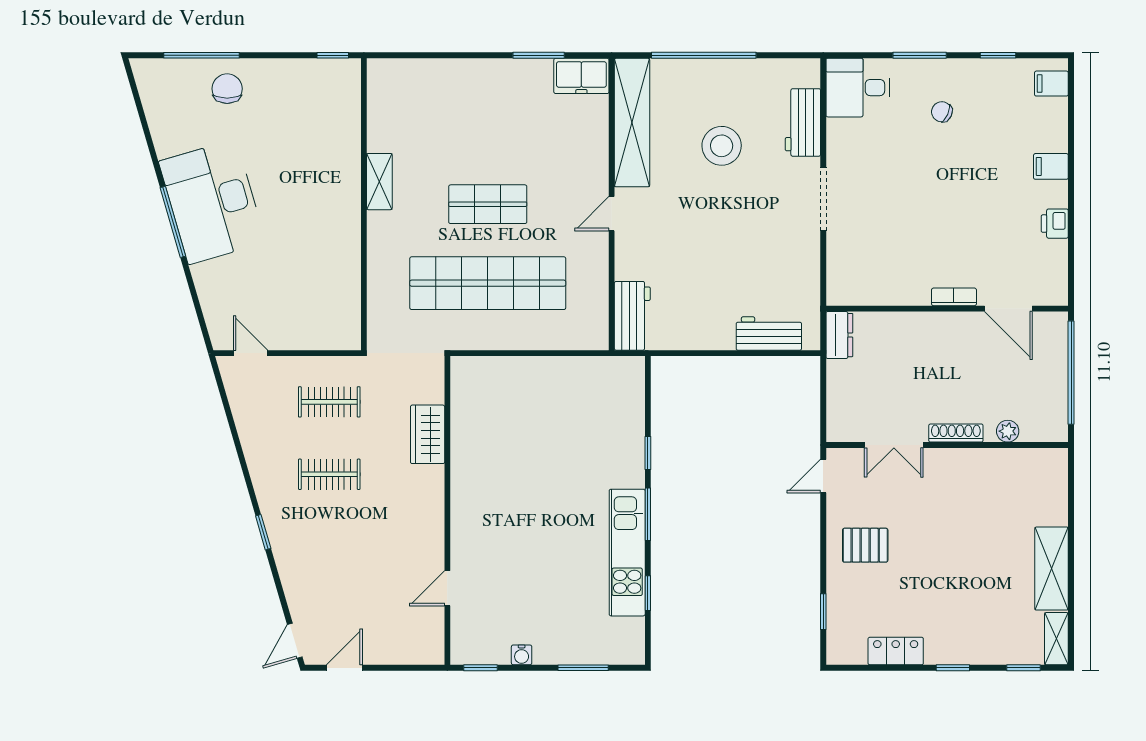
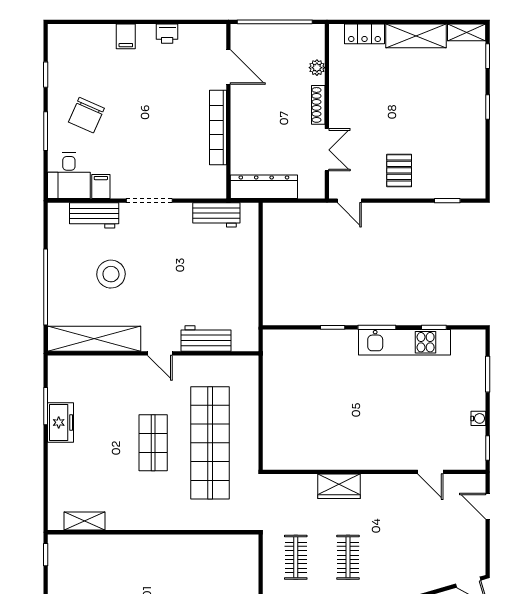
freezer: (581, 76) -> (60, 422), moved
filing cabinet: (1051, 84) -> (101, 187), moved, turned 180
chair: (942, 112) -> (86, 115), width x1.87, depth x1.87
shelving: (379, 182) -> (85, 521), moved
bookcase: (954, 297) -> (218, 128), width x2.31, depth x1.31
door: (1008, 309) -> (228, 67), hinge flipped
workbench: (632, 316) -> (206, 339), moved
workbench: (769, 334) -> (216, 215), moved, turned -90
dresser: (839, 335) -> (264, 187), width x1.96, depth x1.24
wardrobe: (428, 434) -> (339, 486), moved
locker: (896, 651) -> (364, 34), moved, turned -90
door: (344, 668) -> (488, 506), moved

